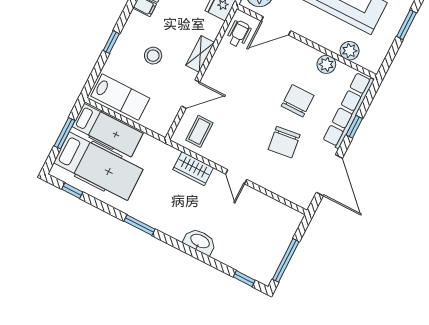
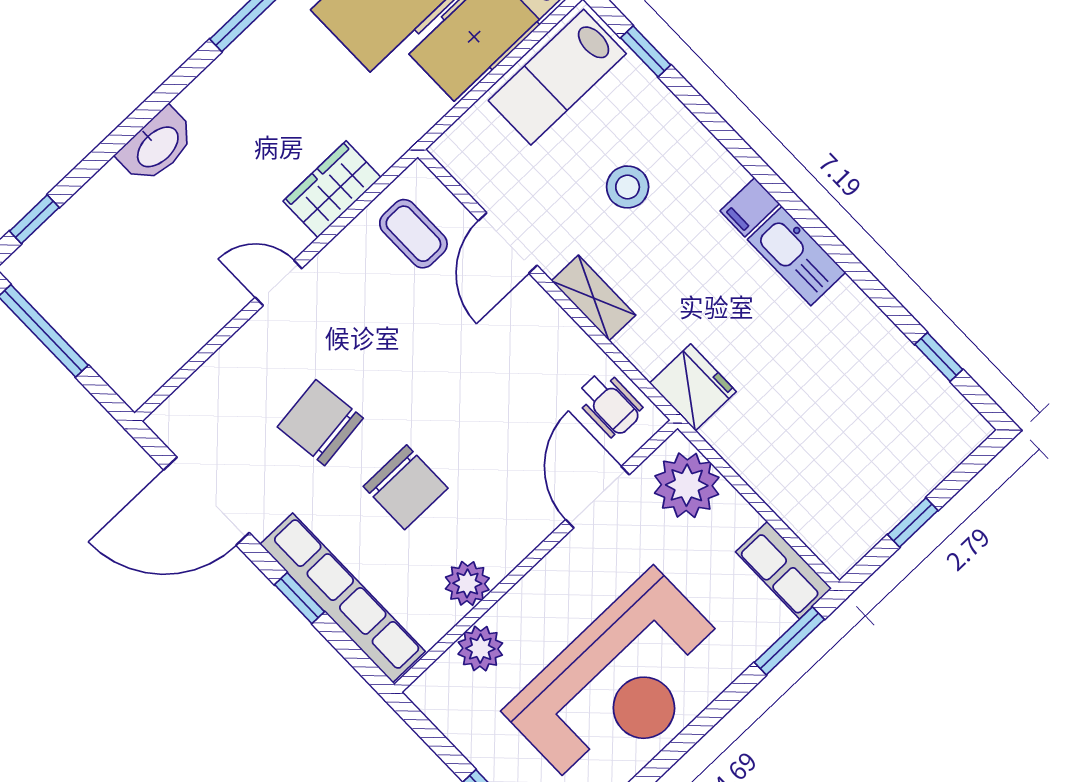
window: (111, 42) -> (646, 51), moved

